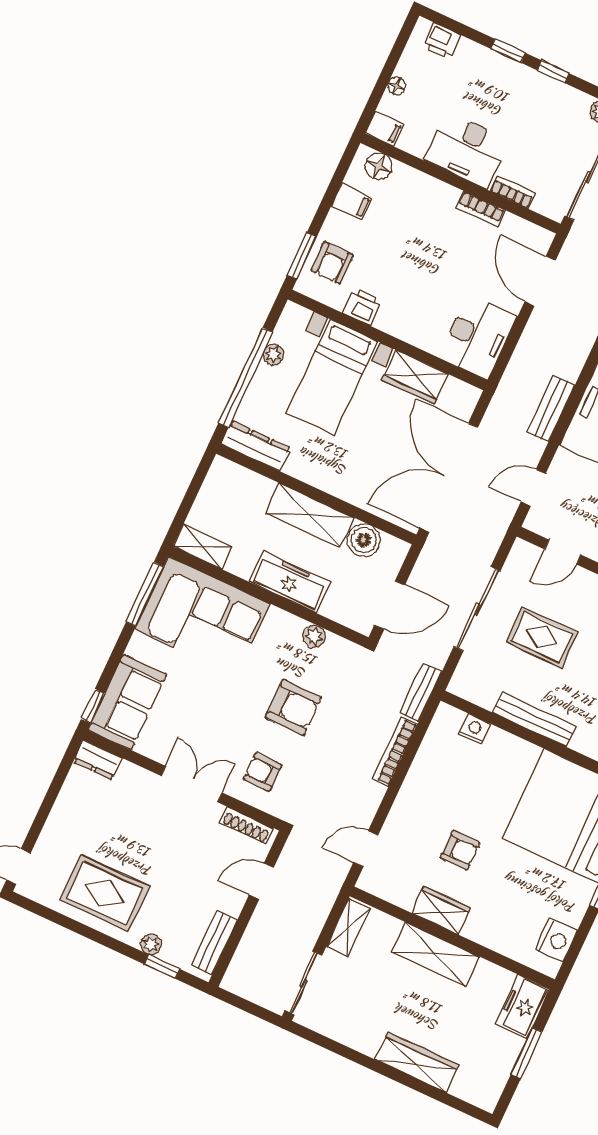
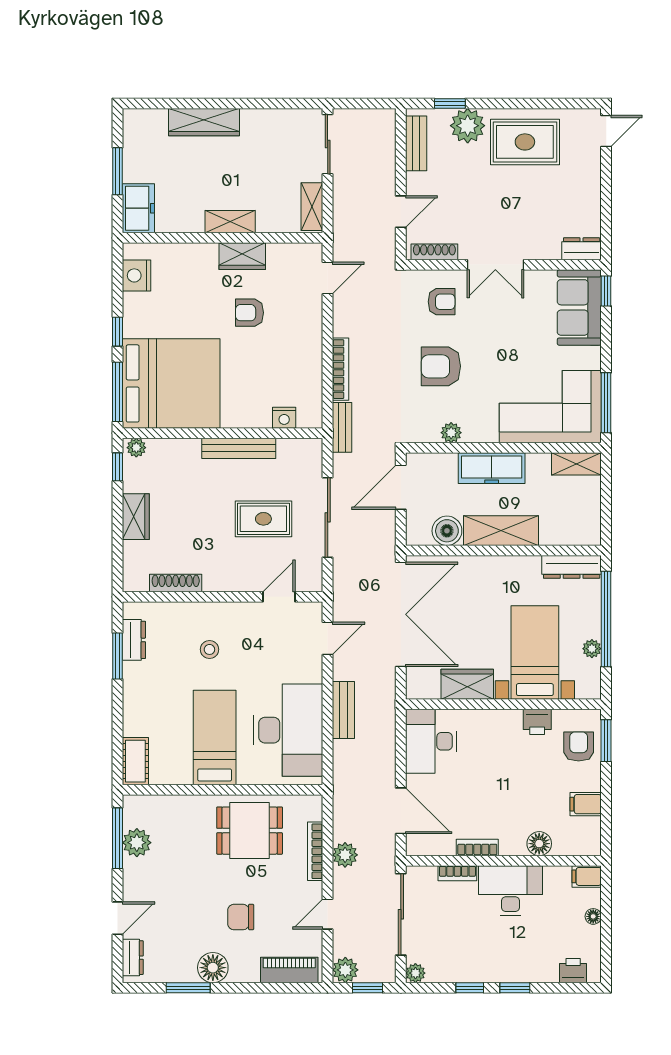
floor lamp: (379, 166) -> (539, 844), moved
plant: (151, 944) -> (468, 126), width x1.88, depth x1.88
shelving: (435, 954) -> (230, 222), width x0.67, depth x0.75

